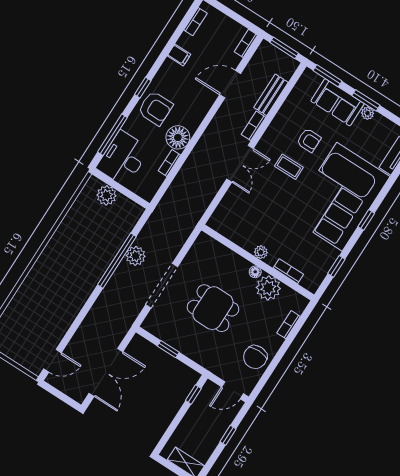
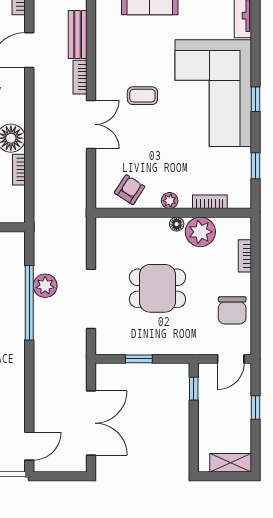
armchair: (309, 140) -> (130, 190), moved, turned -57

